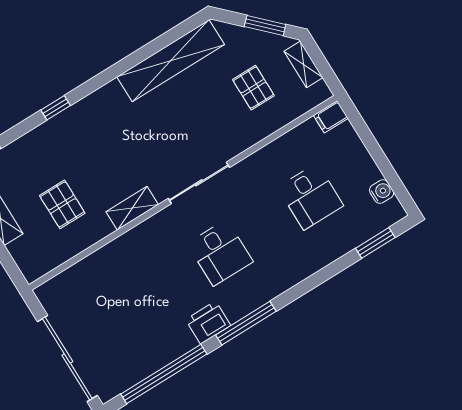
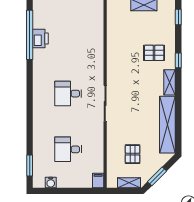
pallet: (253, 88) -> (133, 154), turned 90
pallet: (62, 204) -> (154, 53), moved
shelving: (132, 208) -> (170, 82), moved
printer: (208, 322) -> (40, 39), moved
window: (246, 323) -> (30, 86), removed

